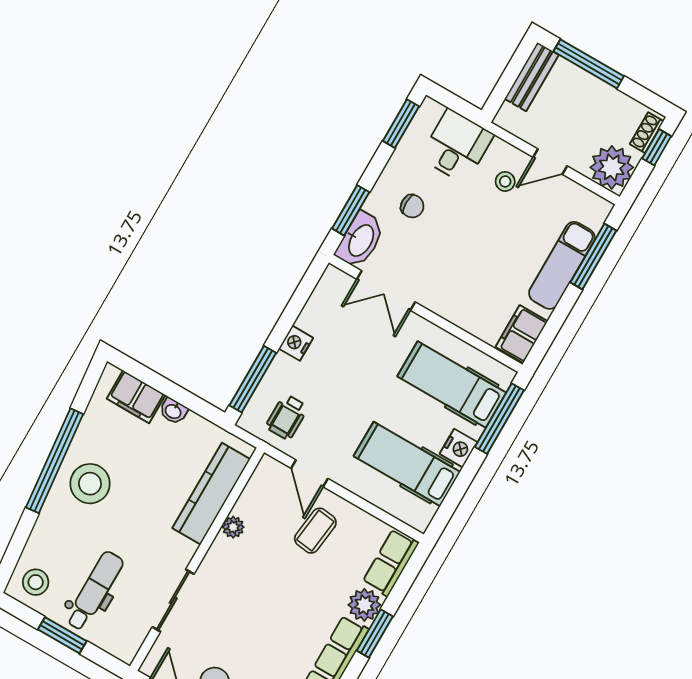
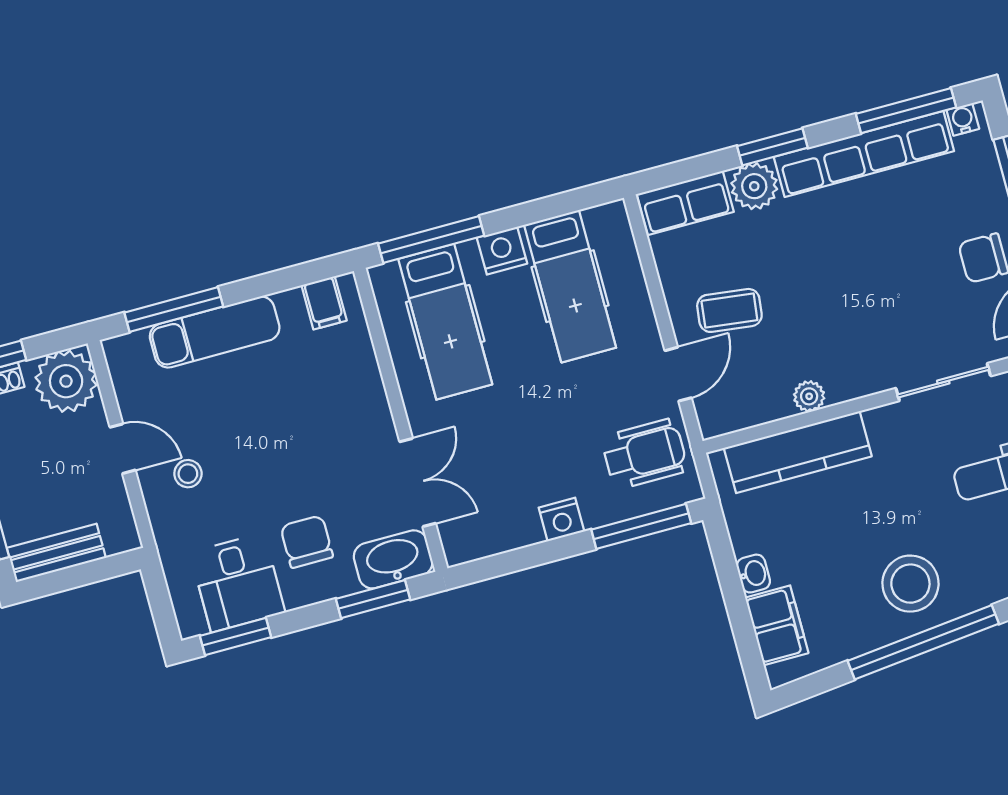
desk: (457, 146) -> (238, 582), moved, turned -90
chair: (412, 206) -> (307, 542), width x1.37, depth x1.37
filing cabinet: (522, 334) -> (324, 303), width x0.50
wheelchair: (287, 417) -> (645, 454), width x1.36, depth x1.37

